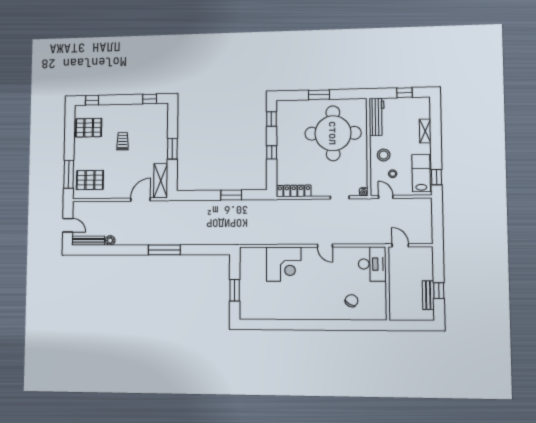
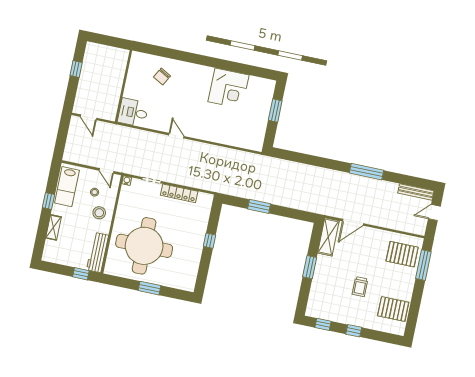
window: (404, 93) -> (81, 274), moved
window: (92, 100) -> (354, 331), moved
window: (271, 119) -> (202, 274), removed
window: (437, 177) -> (49, 201), moved
locker: (294, 191) -> (179, 193), moved
door: (68, 225) -> (434, 212), hinge flipped
plant: (110, 240) -> (393, 187), removed
door: (400, 245) -> (88, 117), moved
window: (164, 250) -> (367, 172), moved
corner desk: (284, 264) -> (229, 88), moved, turned 180
desk: (372, 264) -> (133, 112), width x0.73
bench: (428, 295) -> (87, 67), removed

